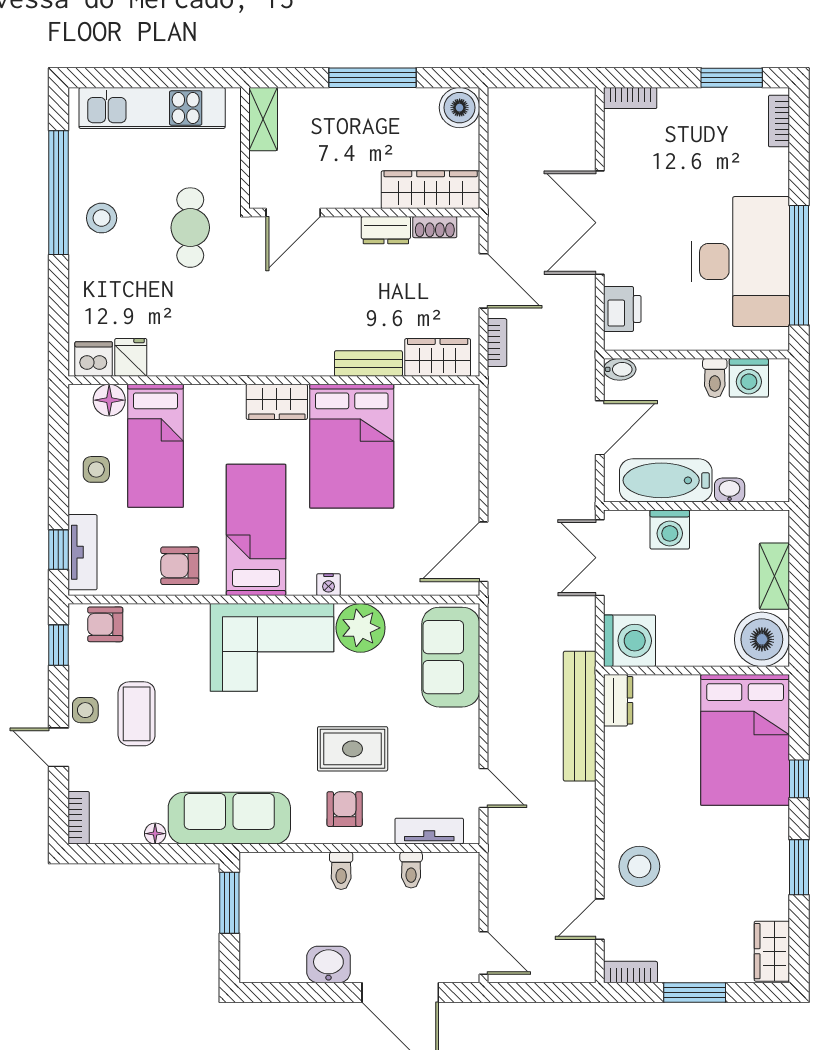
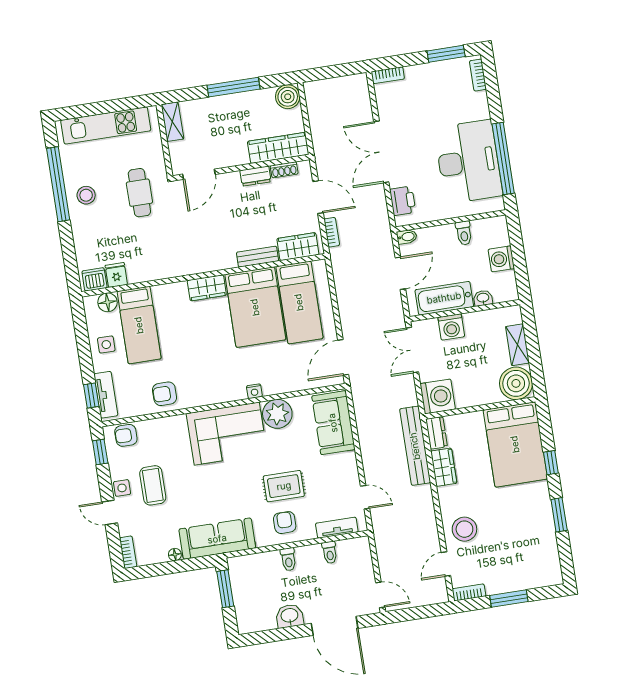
washing machine: (749, 378) -> (501, 259), moved, turned 90
bed: (256, 530) -> (299, 302), moved, turned 180
wardrobe: (772, 951) -> (444, 467), moved, turned 180

